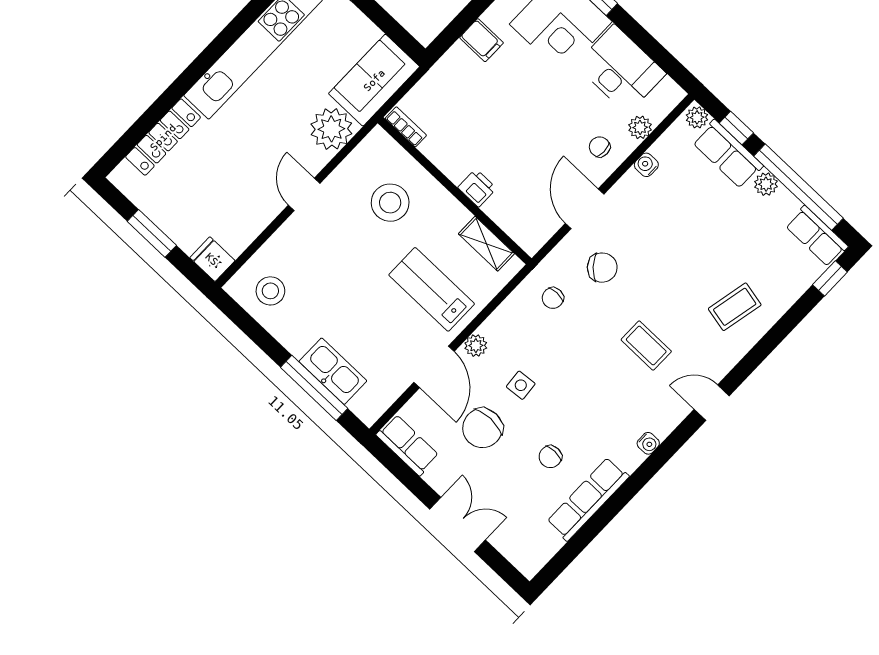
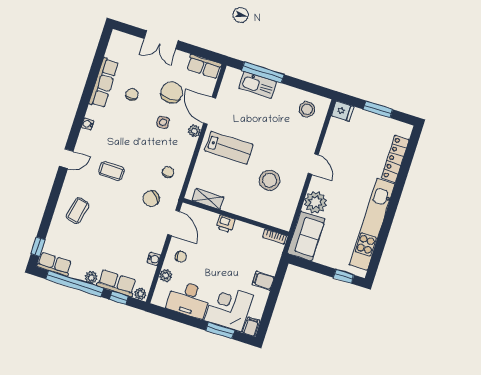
bookcase: (406, 127) -> (275, 237), moved
printer: (477, 188) -> (226, 224), moved
wall: (455, 191) -> (236, 217), moved
shelving: (486, 244) -> (208, 199), moved

